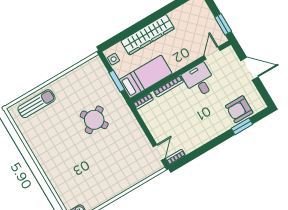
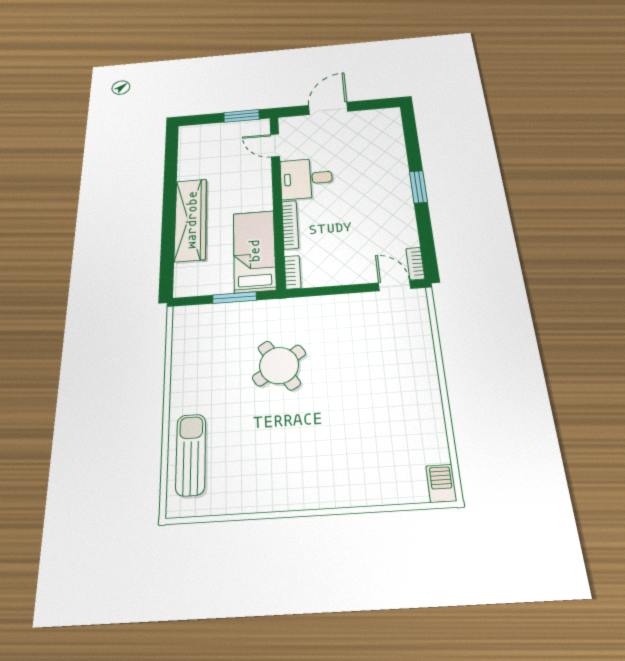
side table: (114, 59) -> (196, 286), removed
armchair: (239, 109) -> (384, 144), removed
window: (242, 126) -> (418, 187), moved

